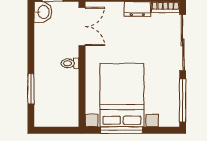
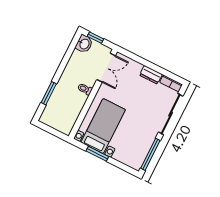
bed with nightstands: (122, 95) -> (103, 126), width x0.73
window: (121, 130) -> (97, 154), width x0.69

